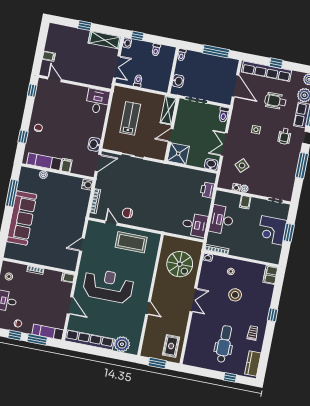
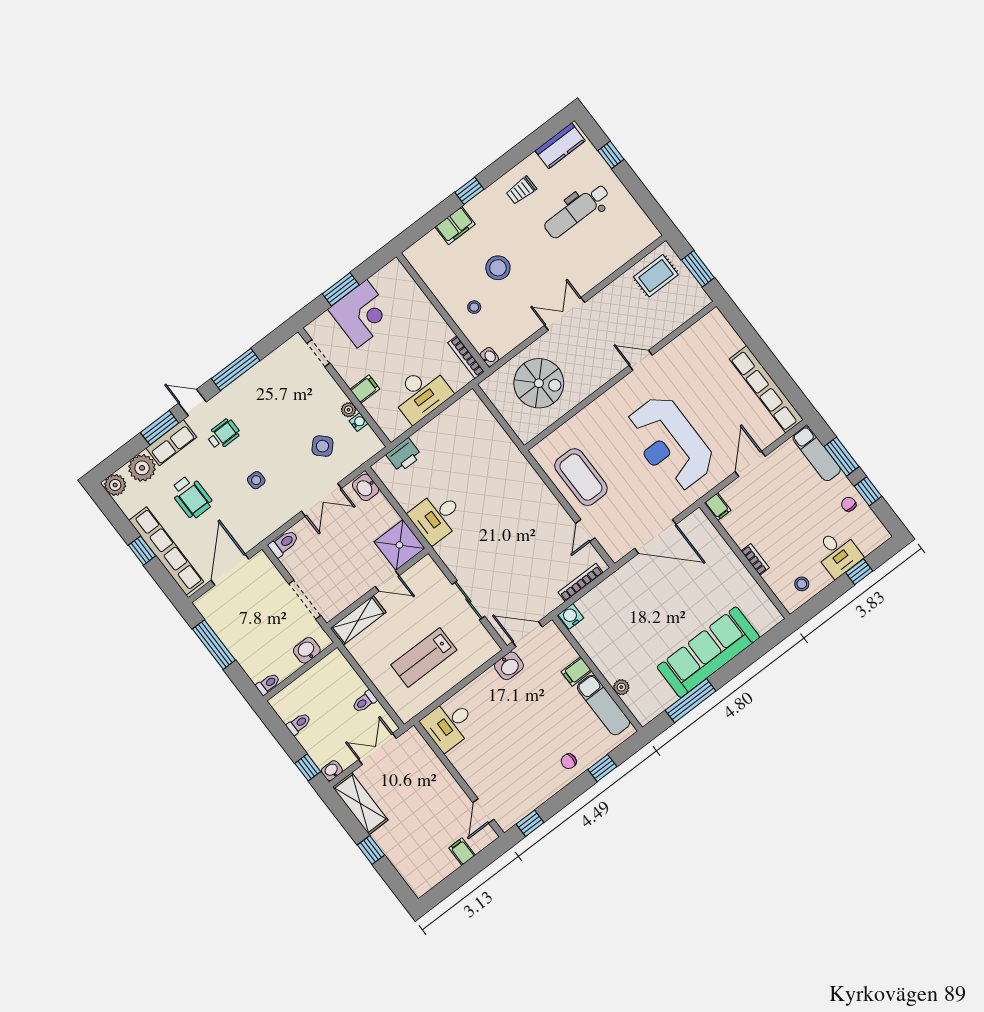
chair: (127, 213) -> (549, 524), removed
desk: (195, 225) -> (437, 517), moved, turned -90
door: (82, 245) -> (655, 536), width x1.88
spiral stairs: (180, 264) -> (539, 383), turned 90
filing cabinet: (270, 275) -> (455, 226), moved
door: (148, 308) -> (641, 360), hinge flipped
plant: (122, 344) -> (725, 341), removed

